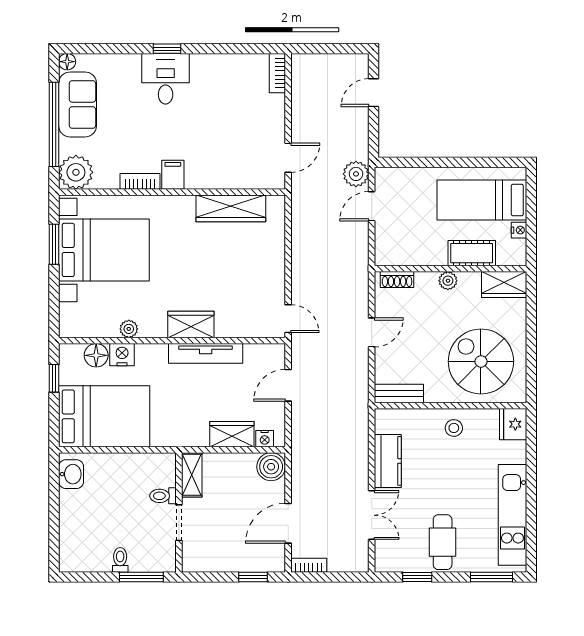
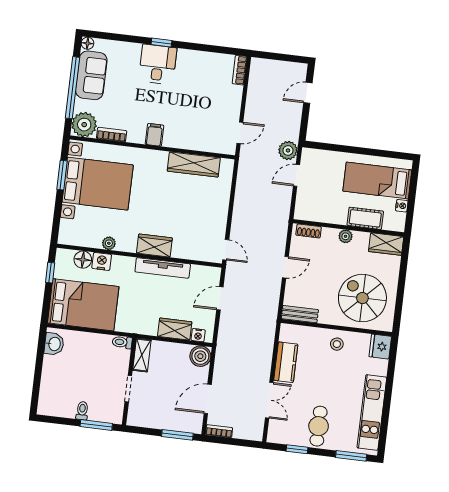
bookcase: (140, 181) -> (112, 135), moved
toilet: (163, 496) -> (122, 342), moved
window: (253, 577) -> (177, 435), width x1.50

